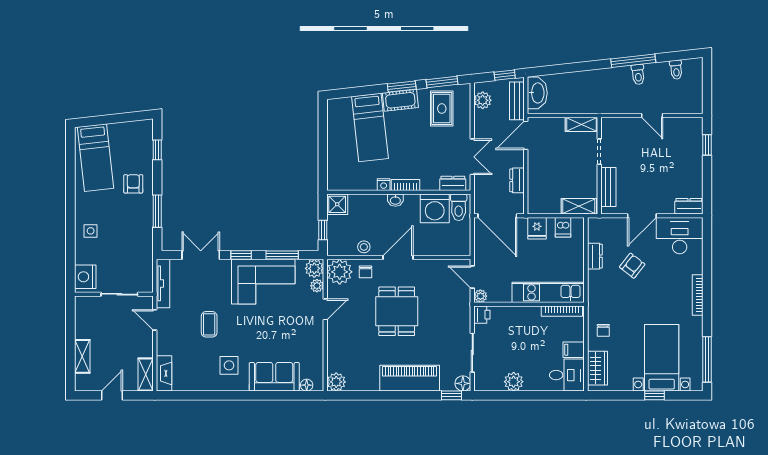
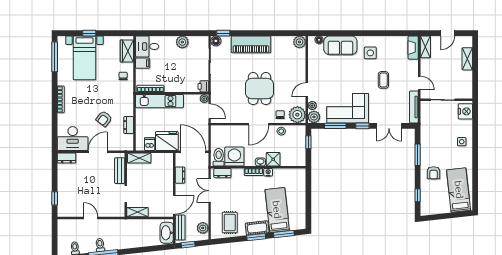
window: (442, 82) -> (284, 234), moved
shower: (337, 204) -> (273, 159), moved
fridge: (537, 228) -> (167, 141), width x1.88, depth x1.34

